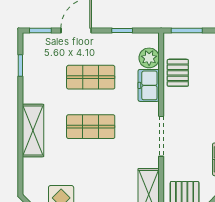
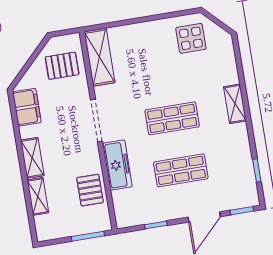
plant: (149, 58) -> (123, 201), removed
freezer: (149, 85) -> (117, 165), width x1.40
shelving: (33, 131) -> (235, 104), width x0.67, depth x0.75

